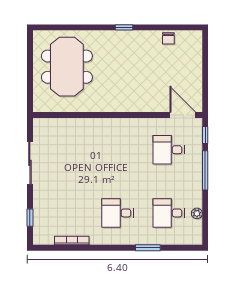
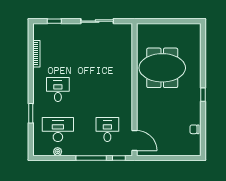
meeting table: (67, 67) -> (162, 68), moved
door: (183, 115) -> (135, 140), hinge flipped
desk: (169, 213) -> (58, 130), width x1.37

